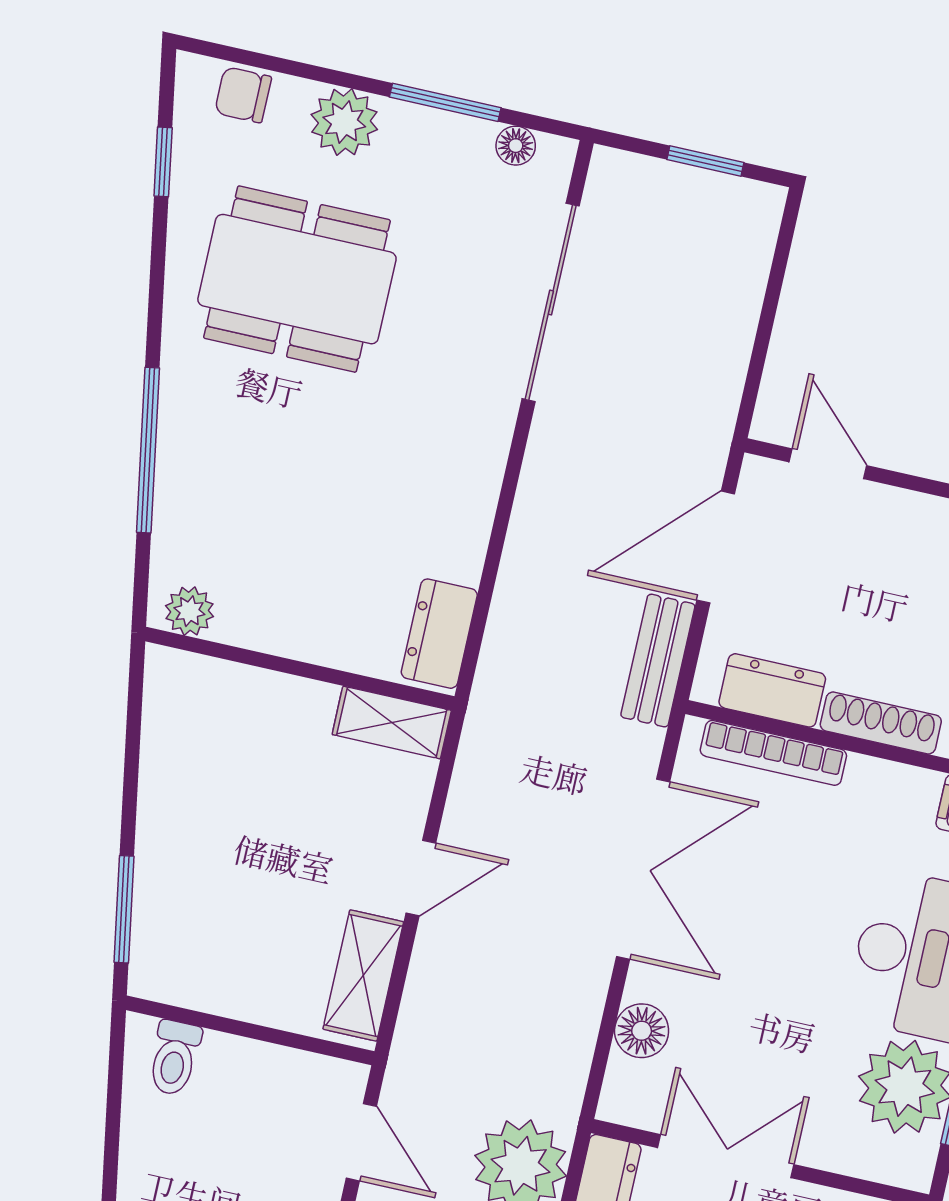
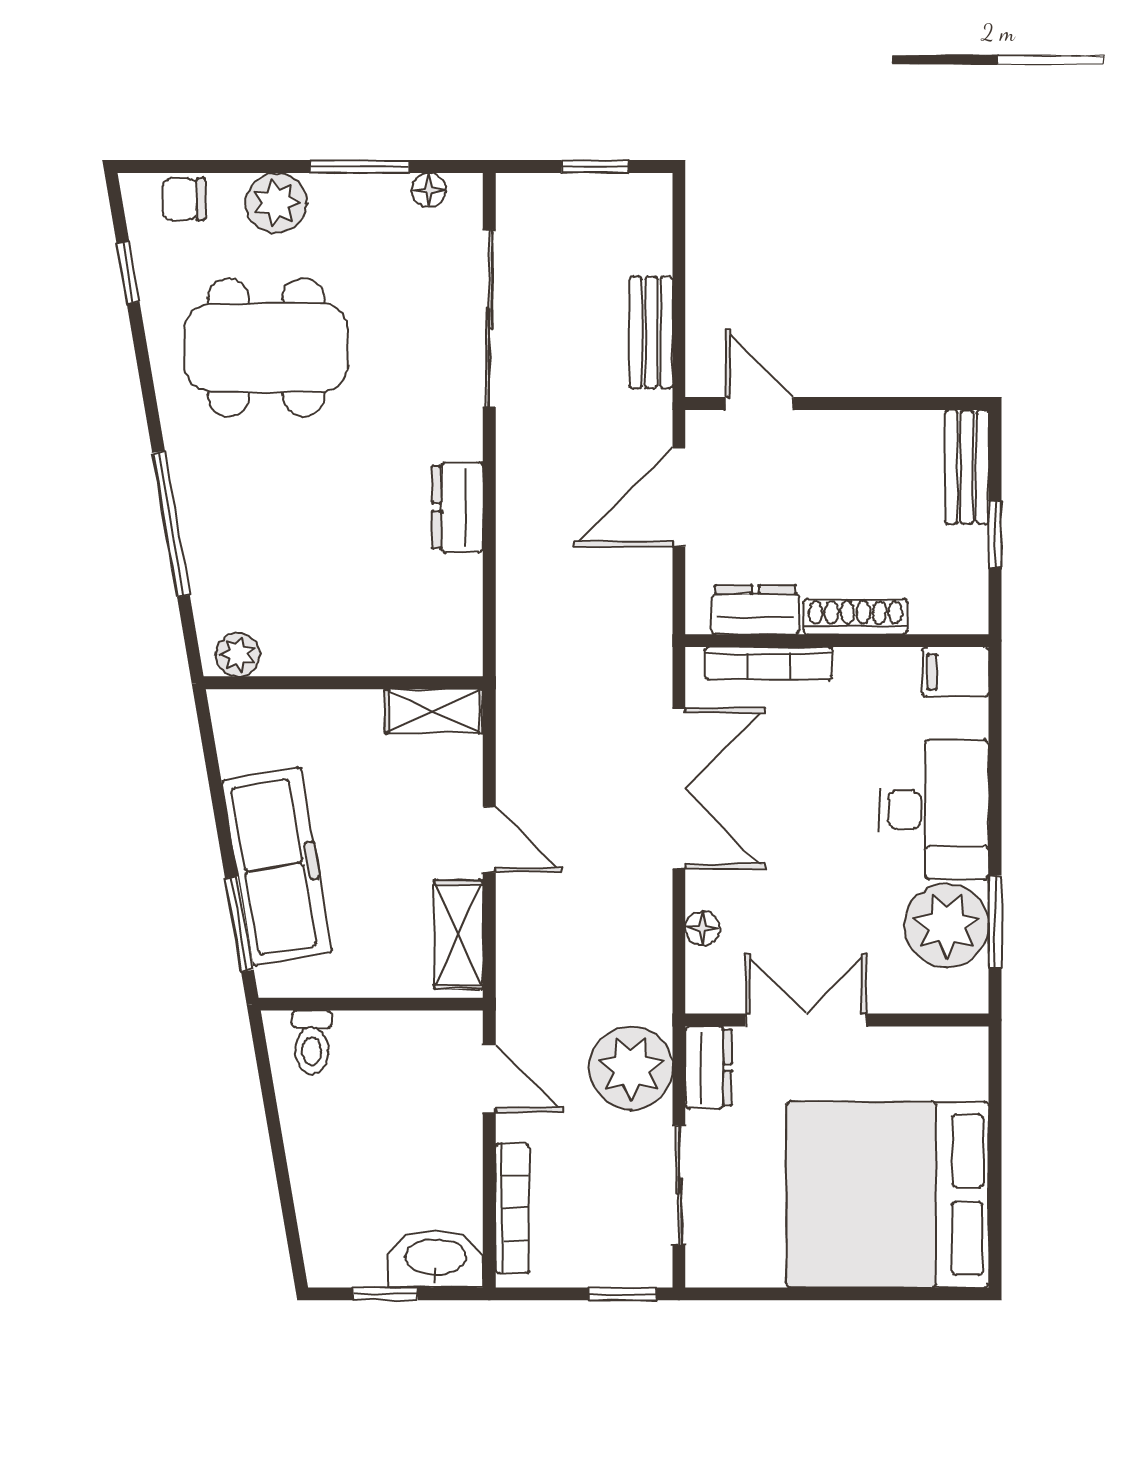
dresser: (439, 634) -> (458, 507), moved
bench: (658, 661) -> (651, 332), moved
freezer: (180, 855) -> (277, 866), added
door: (421, 878) -> (489, 839), hinge flipped
floor lamp: (642, 1031) -> (703, 928), width x0.73, depth x0.73

